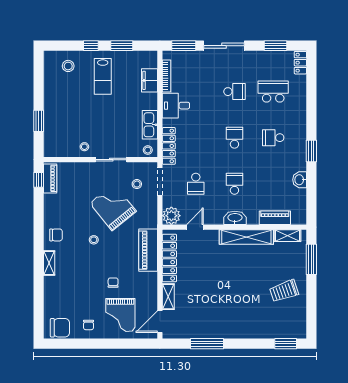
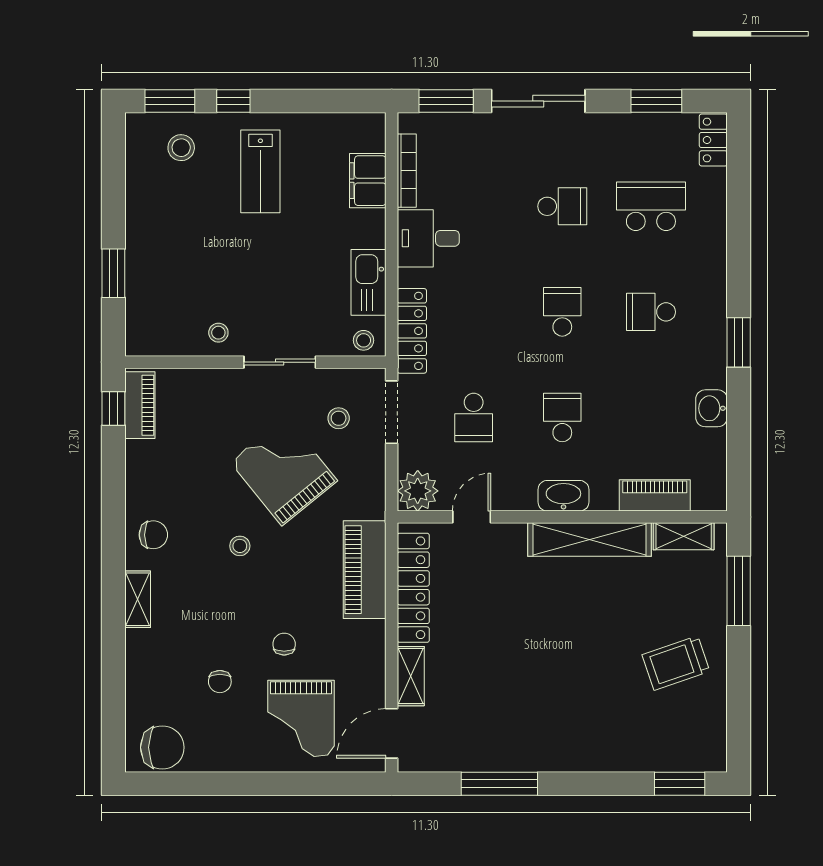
window: (122, 46) -> (170, 101), moved
chair: (89, 325) -> (220, 682), moved

